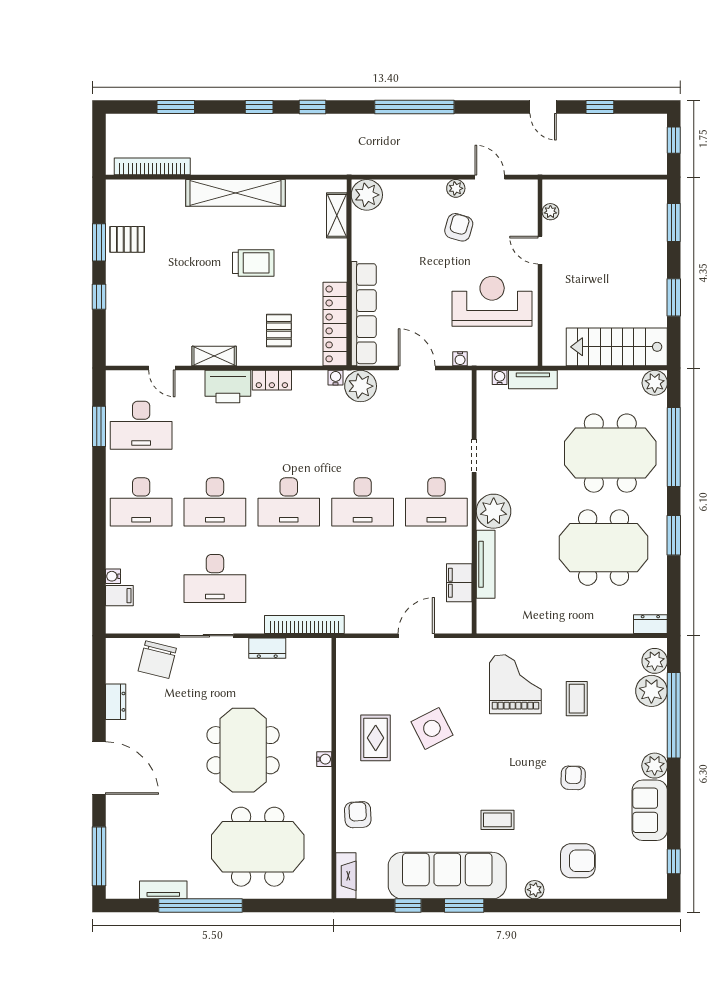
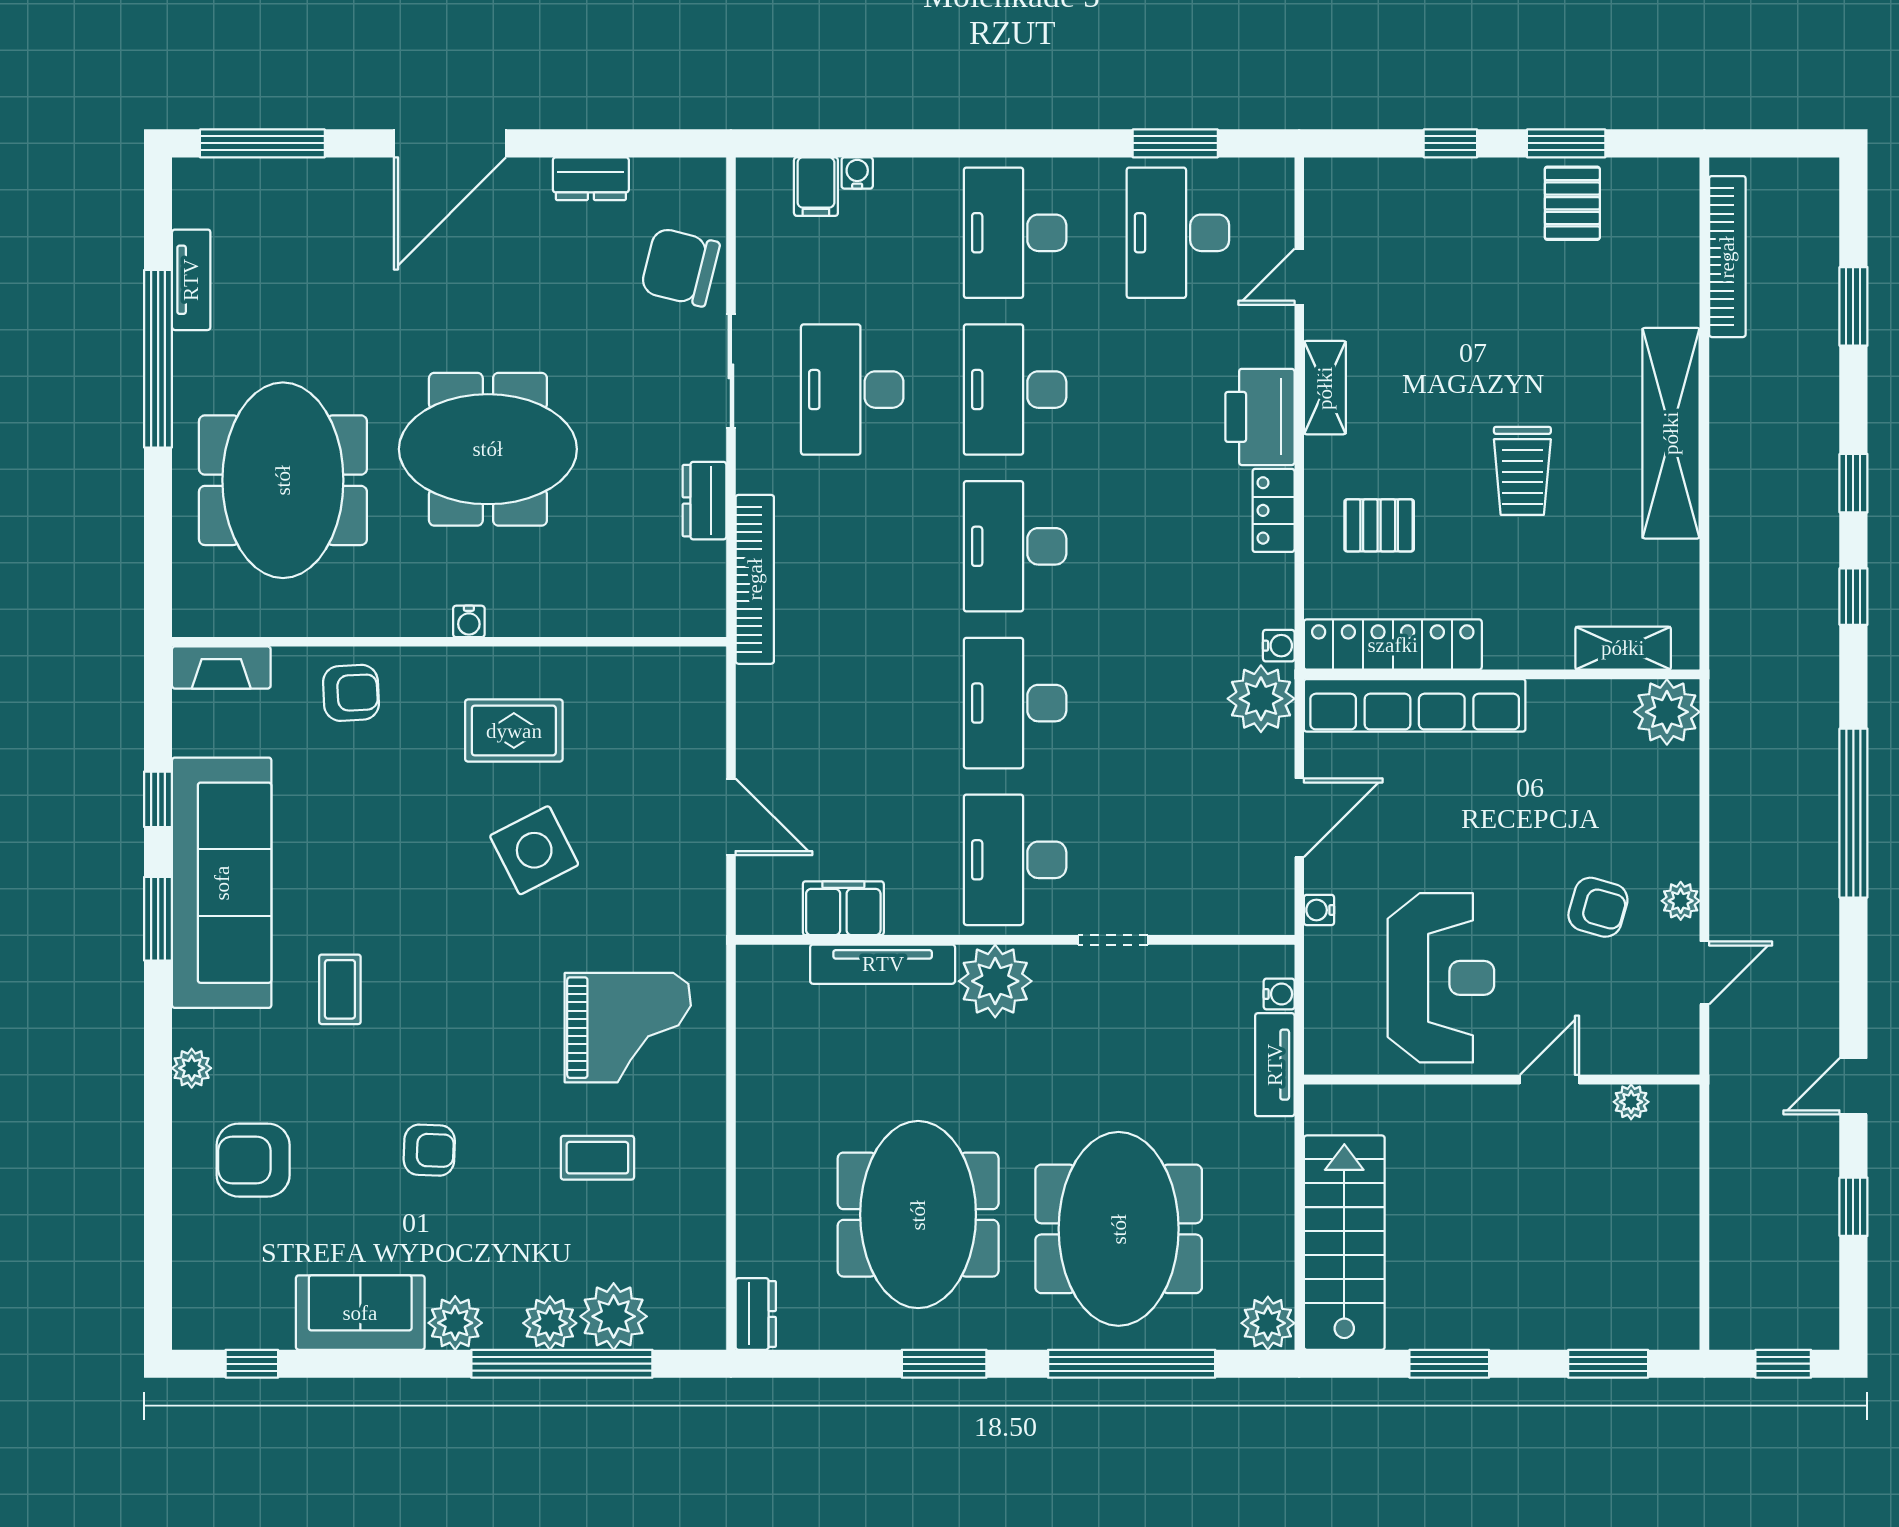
plant: (655, 661) -> (550, 1323), moved
armchair: (578, 861) -> (253, 1160), turned 90

